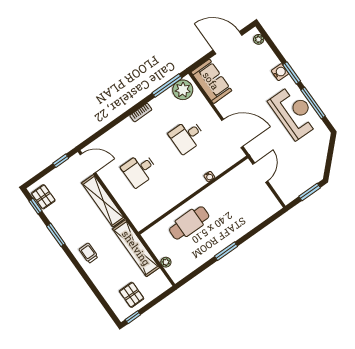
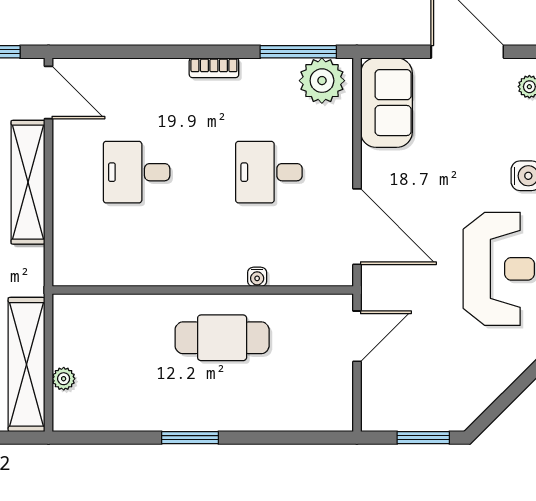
cafe table: (189, 223) -> (222, 338), moved
shelving: (136, 248) -> (27, 364), moved

